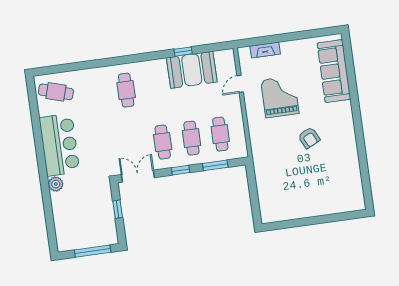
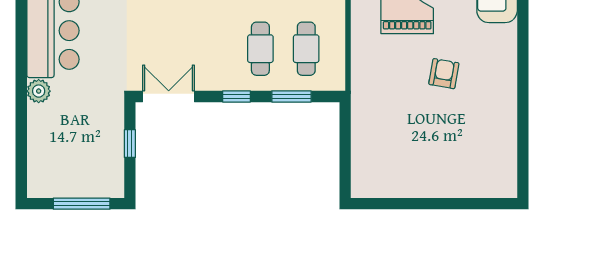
armchair: (309, 138) -> (444, 74), turned -144
cafe table: (163, 142) -> (215, 49), removed

